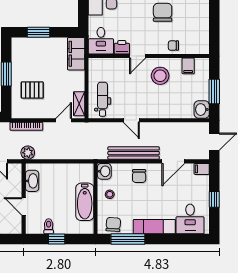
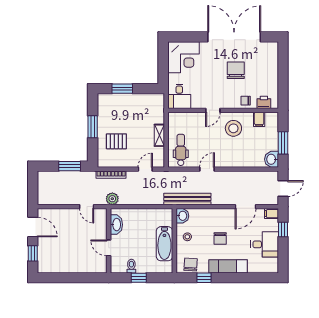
printer: (122, 47) -> (264, 102), moved
filing cabinet: (76, 54) -> (157, 108), removed
shelving: (79, 104) -> (159, 135), moved
door: (131, 120) -> (207, 169), swing flipped
bench: (134, 153) -> (187, 199), moved
chair: (139, 176) -> (220, 239), moved
window: (214, 199) -> (283, 229), moved
desk: (190, 219) -> (265, 244), moved, turned -90
window: (128, 239) -> (204, 278), width x0.46

